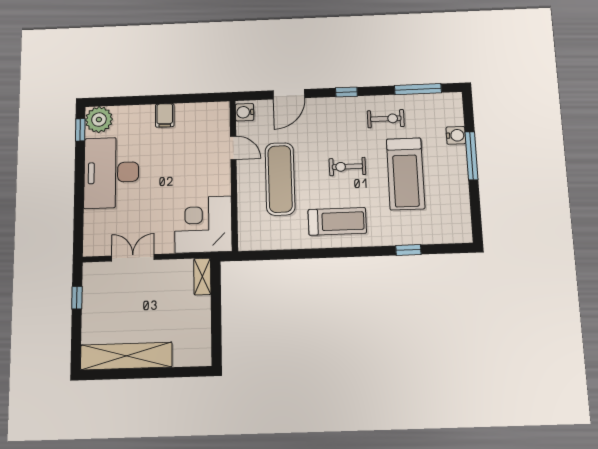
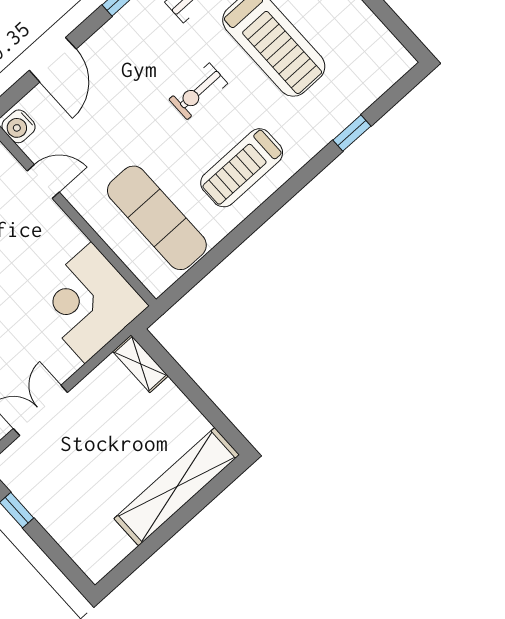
exercise mat: (280, 179) -> (157, 218), moved
treadmill: (337, 221) -> (242, 168), turned 180
shelving: (126, 356) -> (177, 487), moved

